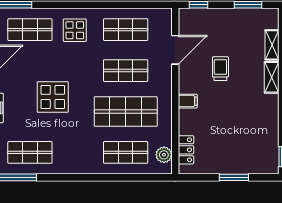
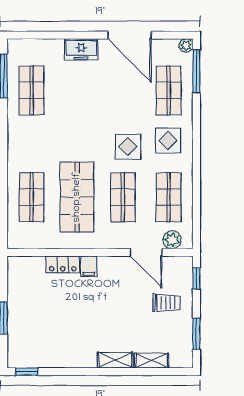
trolley: (220, 69) -> (166, 303), moved
display table: (53, 97) -> (128, 146), moved, width x0.73, depth x0.73
locker: (186, 150) -> (63, 264), moved
plant: (164, 155) -> (172, 240), moved

